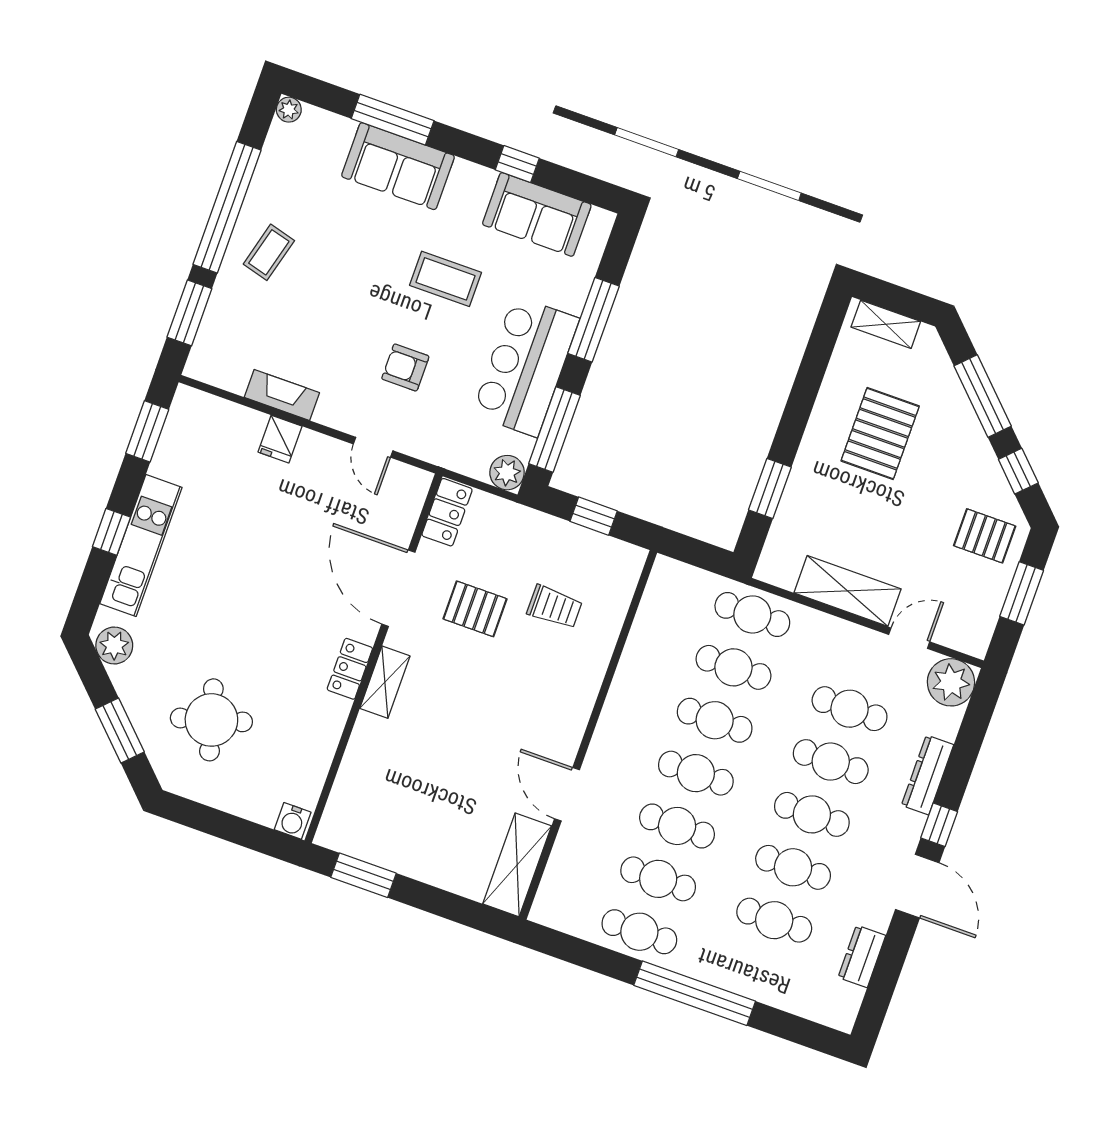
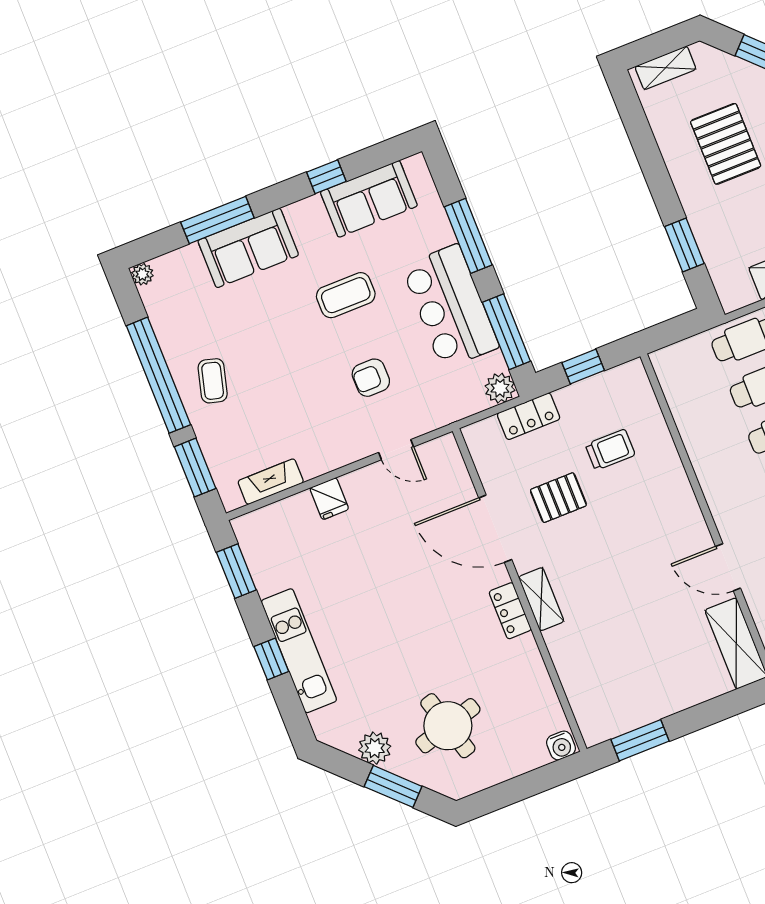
fireplace: (282, 395) -> (271, 482), moved
locker: (447, 512) -> (529, 416), moved, turned 90
plant: (114, 646) -> (375, 748), moved

